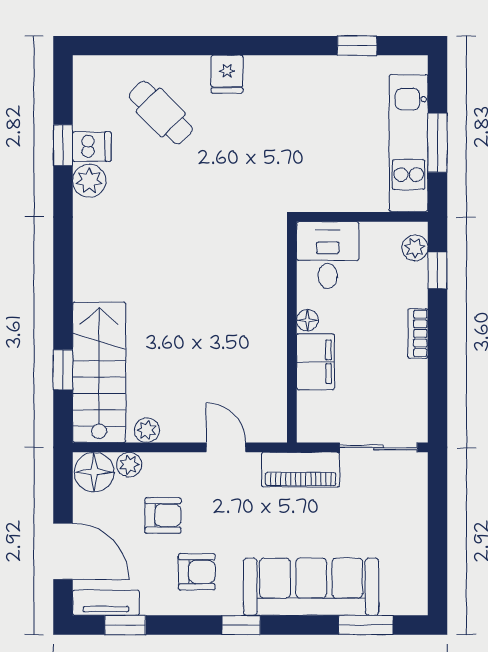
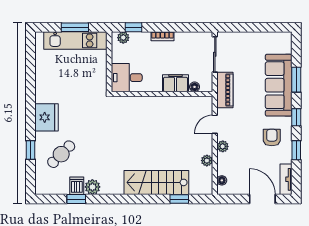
window: (357, 46) -> (30, 150), moved
fridge: (227, 74) -> (47, 117), width x1.88, depth x1.34
floor lamp: (307, 320) -> (195, 87), moved
stairs: (99, 372) -> (156, 182), moved
plant: (129, 465) -> (223, 146), moved
floor lamp: (94, 472) -> (222, 180), width x0.53, depth x0.53
armchair: (163, 515) -> (246, 153), removed
door: (63, 551) -> (262, 199), hinge flipped
window: (125, 625) -> (296, 150), moved
window: (366, 625) -> (296, 80), moved

